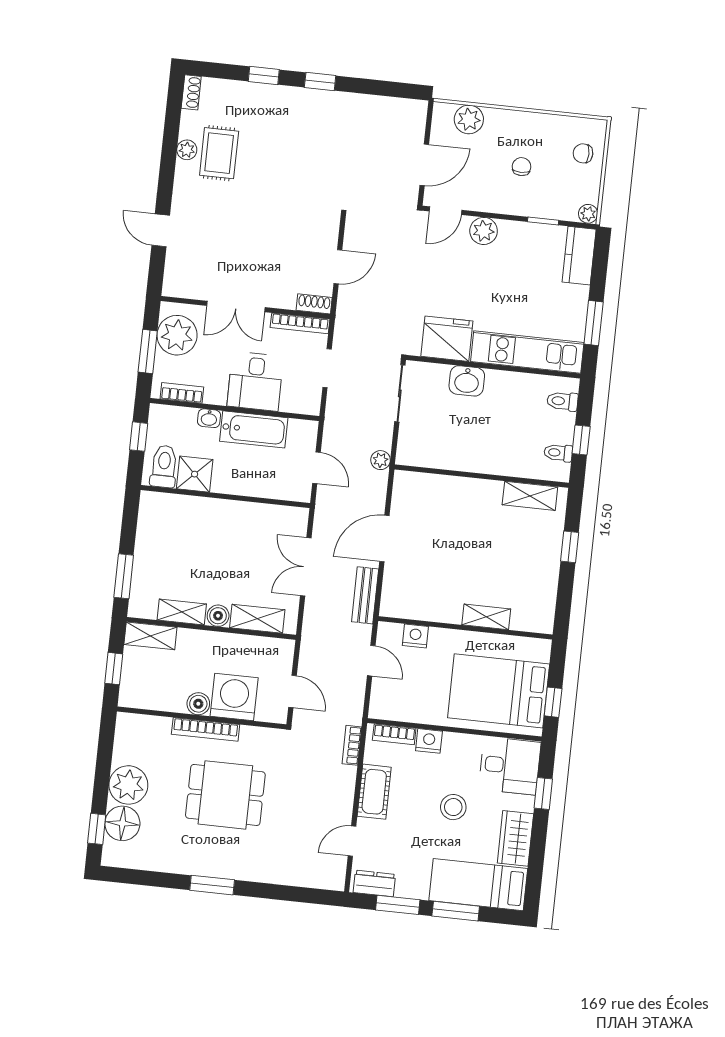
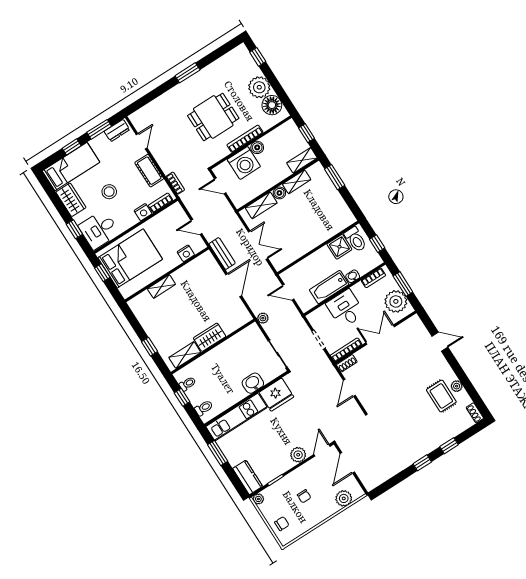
wardrobe: (476, 493) -> (210, 337), added
floor lamp: (122, 823) -> (272, 105), moved
window: (456, 911) -> (72, 147), width x0.67

